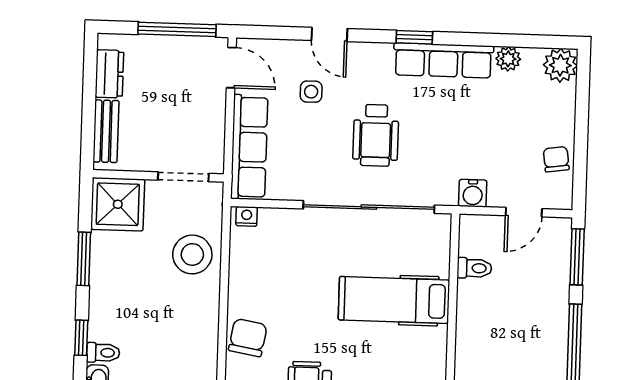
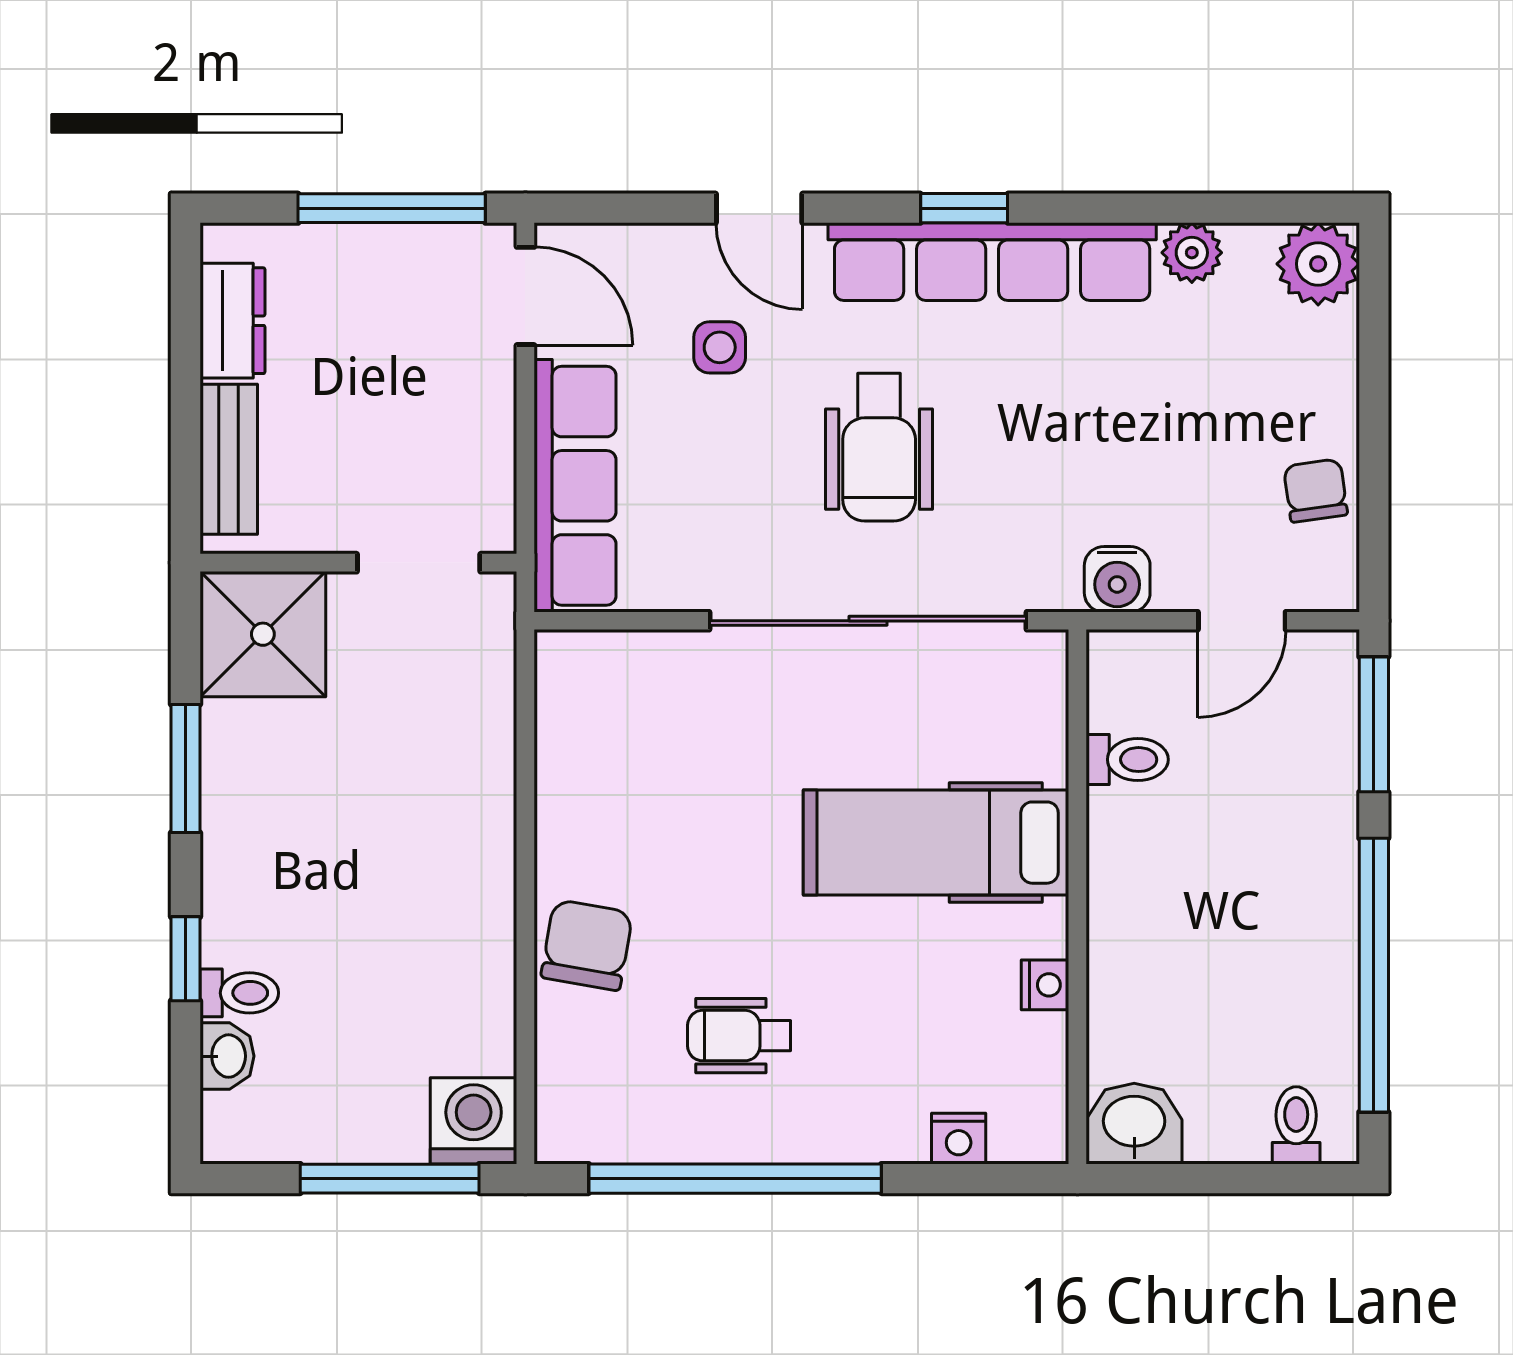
row of seats: (443, 60) -> (992, 262), width x1.36
nightstand: (247, 216) -> (1045, 985), moved, turned 90
stool: (192, 254) -> (447, 749), removed

